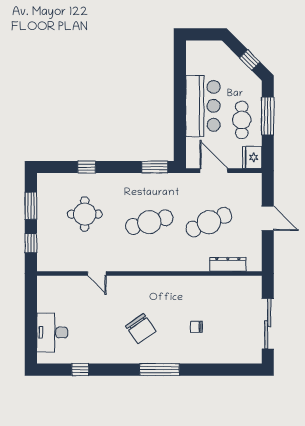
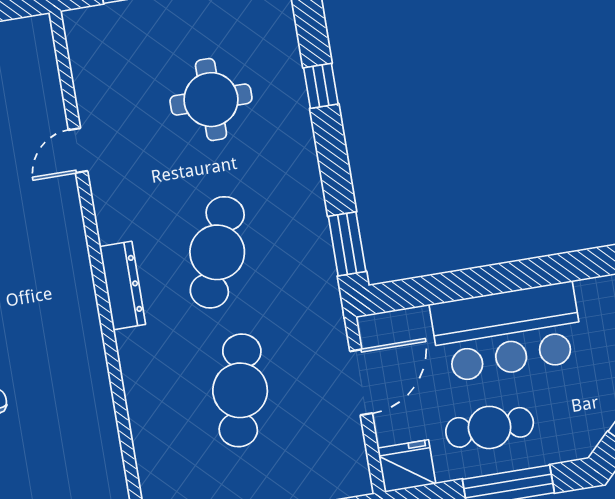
cafe table: (149, 222) -> (217, 252), turned 36
cafe table: (209, 222) -> (240, 390), turned 36
dresser: (228, 264) -> (122, 285), moved

